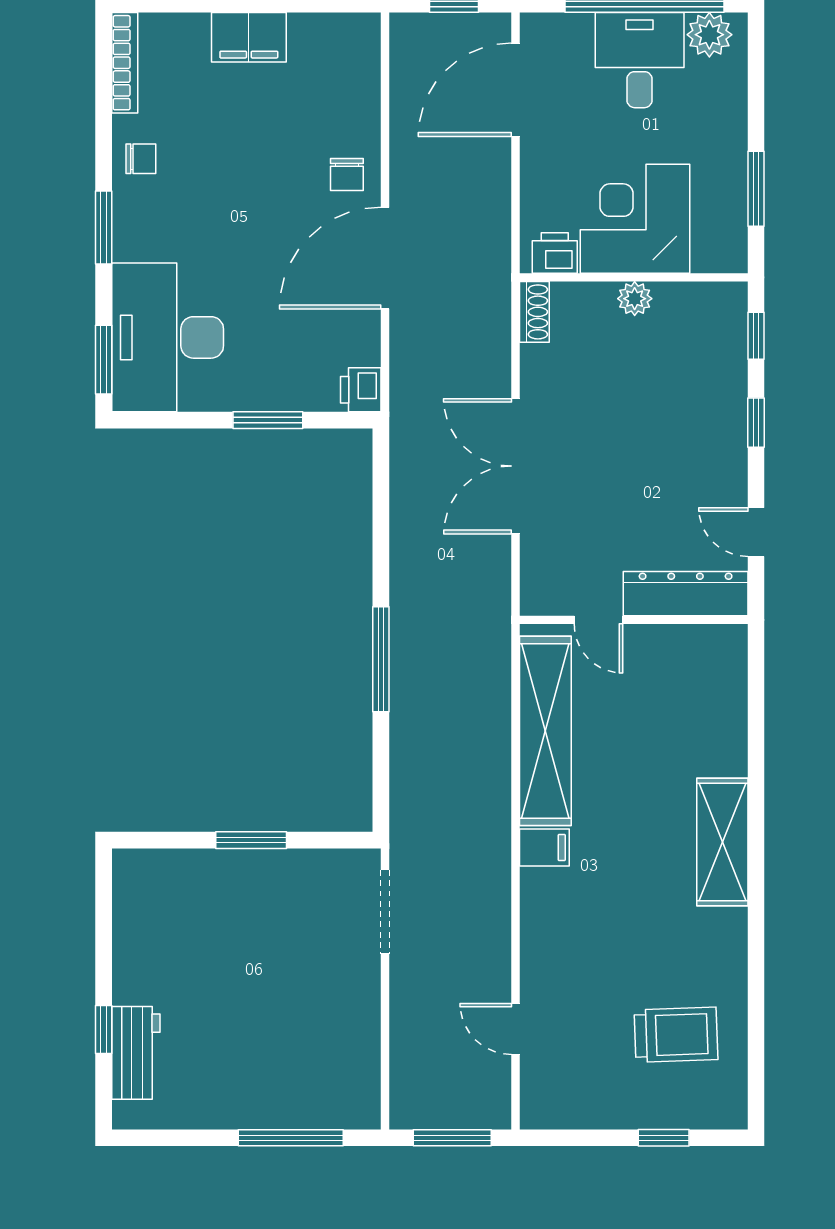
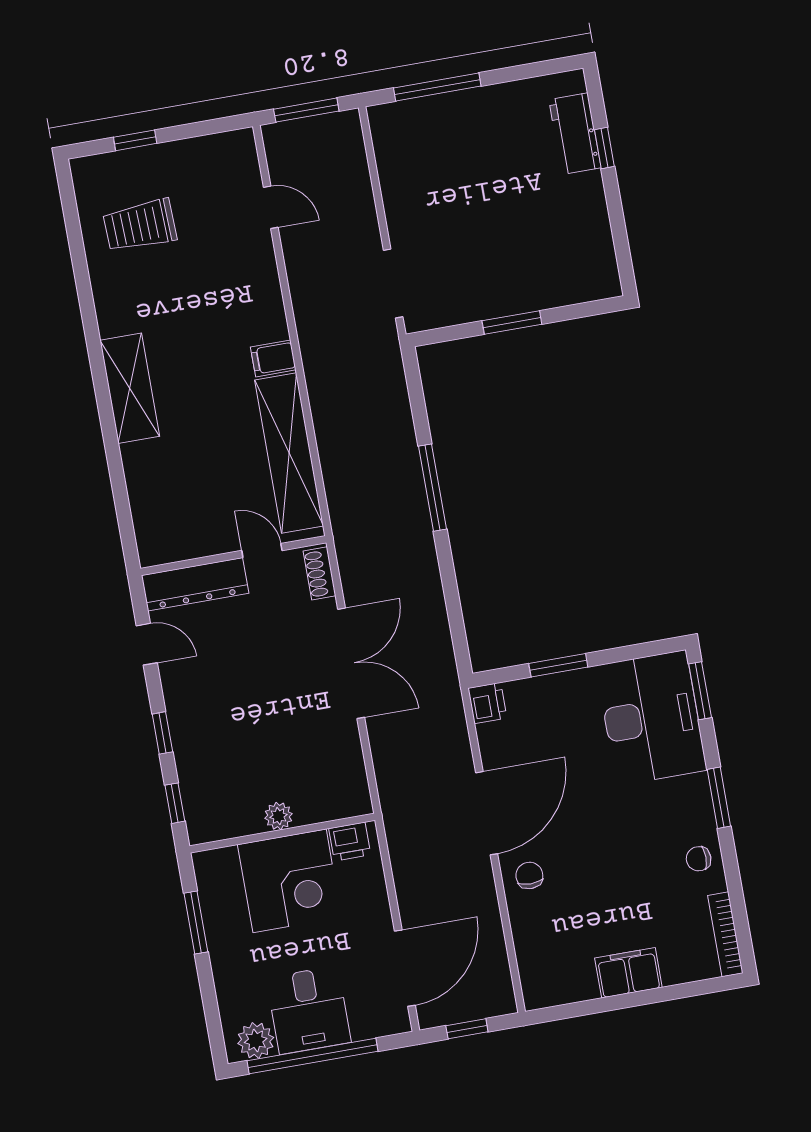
shoe rack: (534, 312) -> (320, 573), moved

